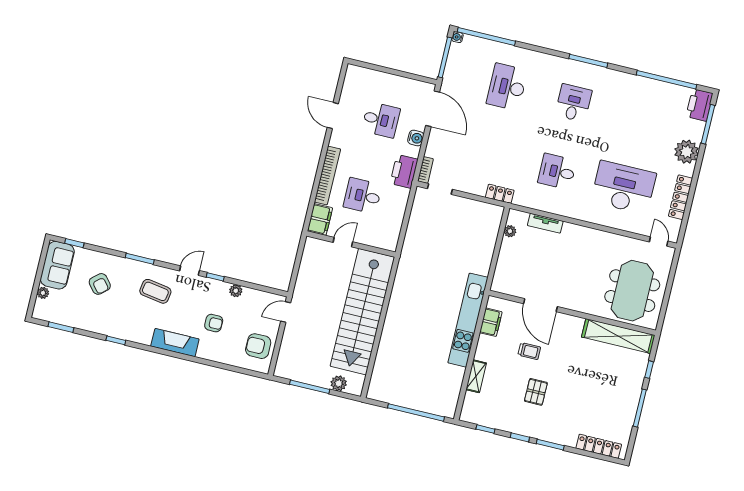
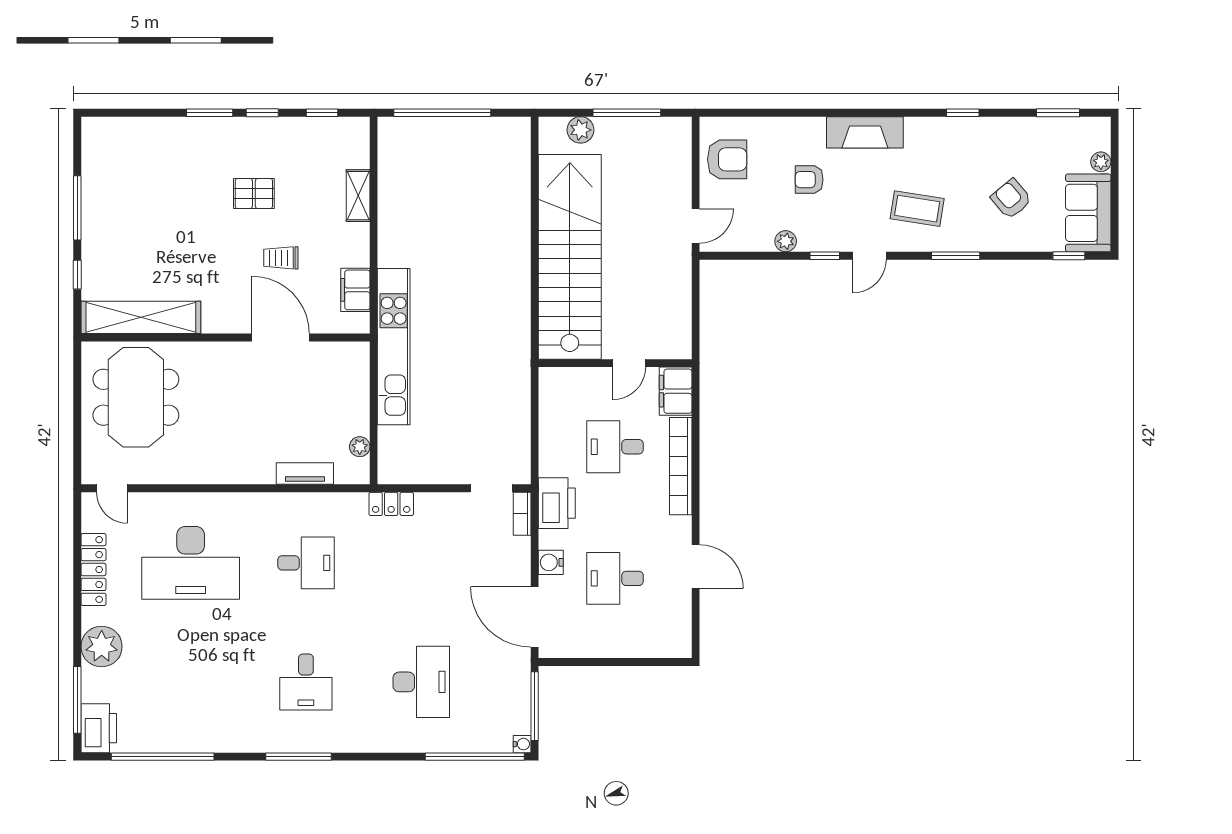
desk: (363, 196) -> (615, 447), turned 180
kitchen unit: (468, 320) -> (394, 347), moved
pallet: (536, 392) -> (254, 194), turned 90
locker: (599, 446) -> (130, 129), removed

